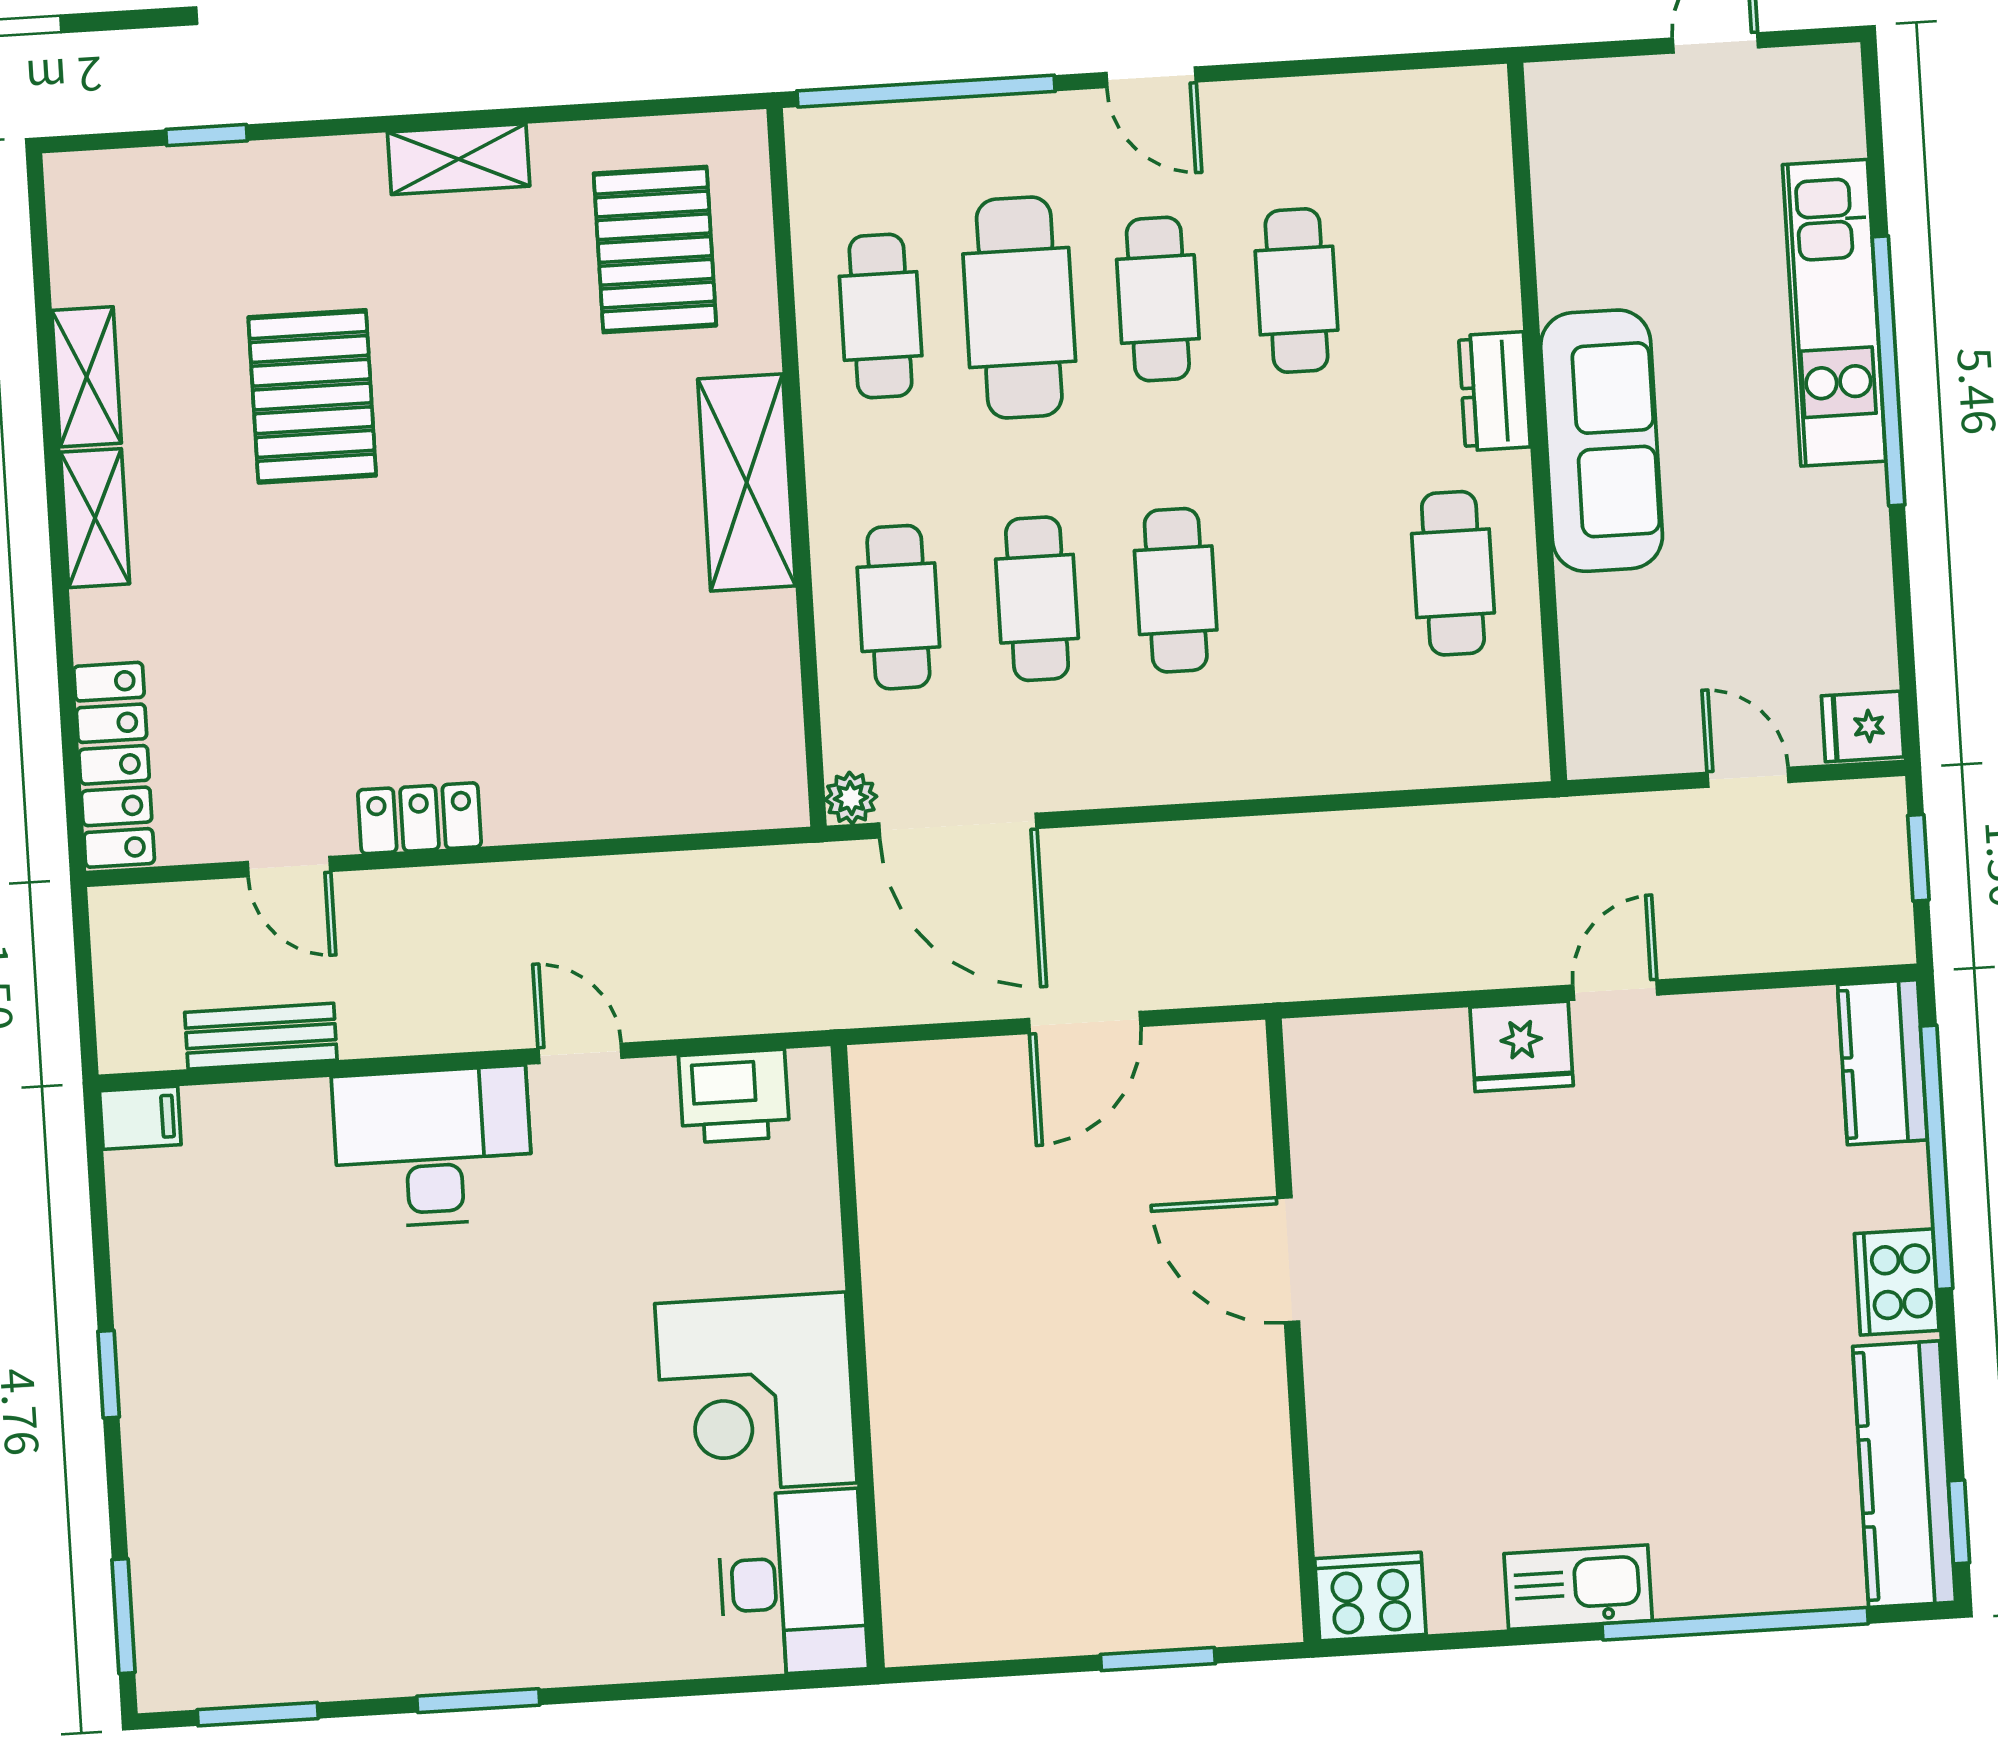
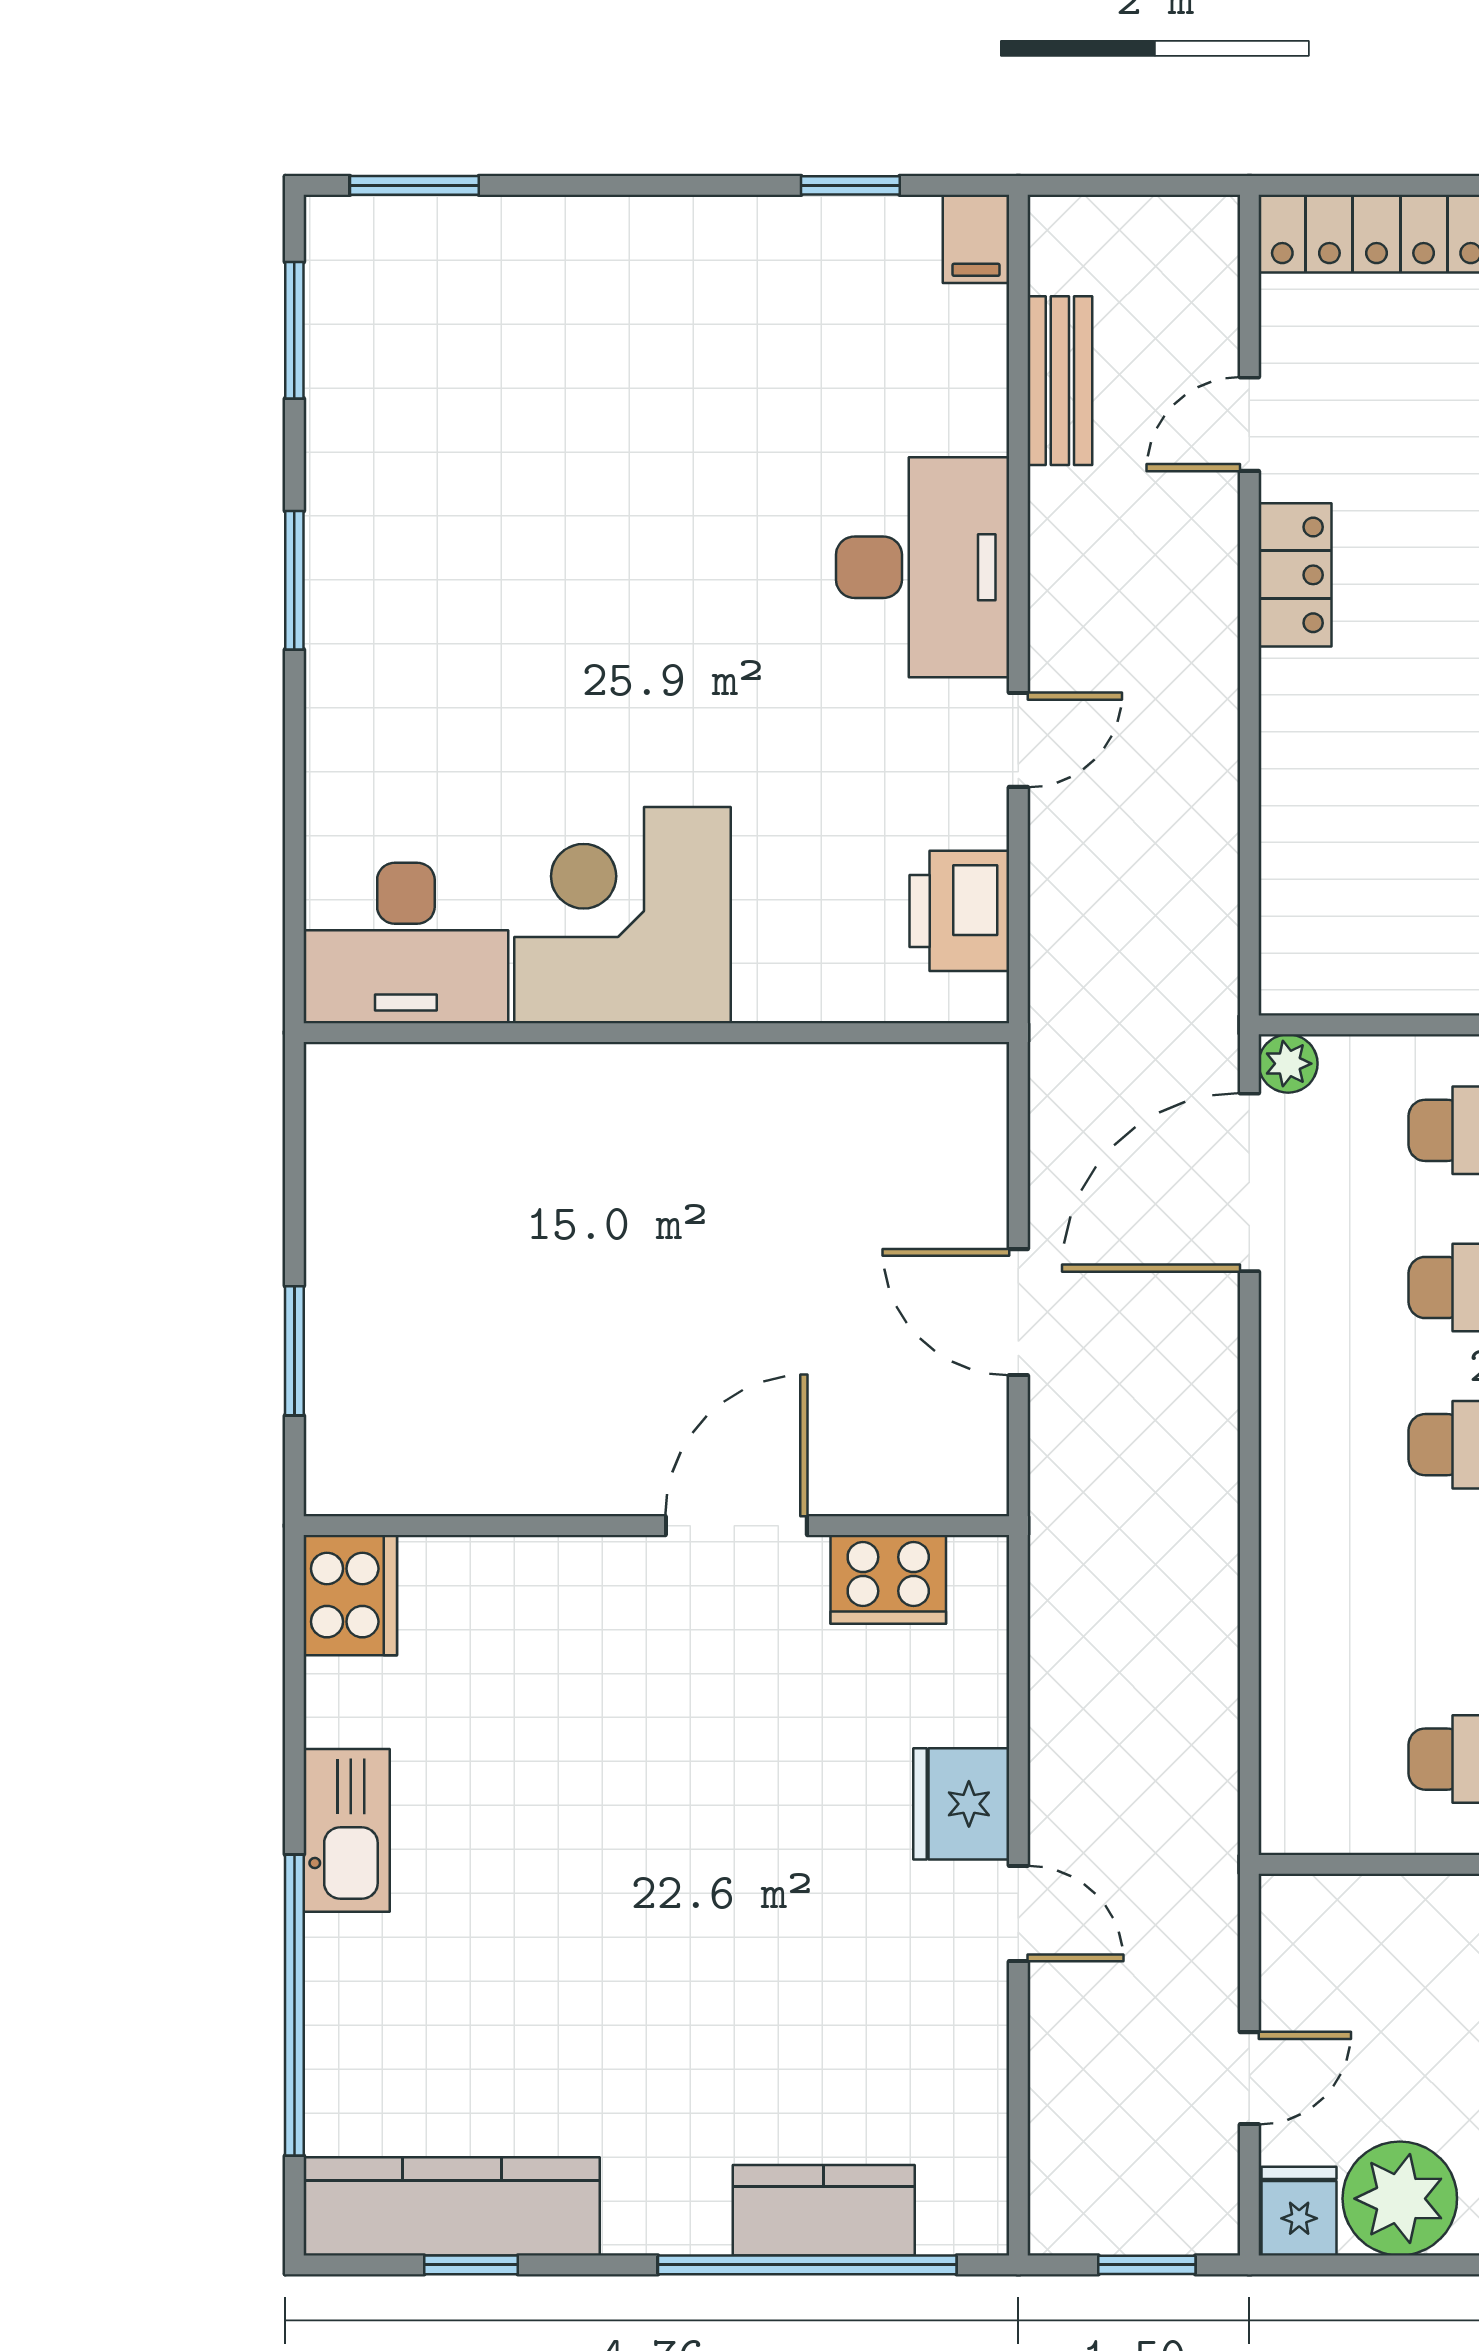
plant: (1846, 638) -> (1400, 2199), added
kitchen counter: (1882, 1062) -> (824, 2210), moved
cooker: (1897, 1282) -> (888, 1579), moved, turned 180
window: (109, 1374) -> (850, 185), moved
window: (1959, 1522) -> (471, 2265), moved

